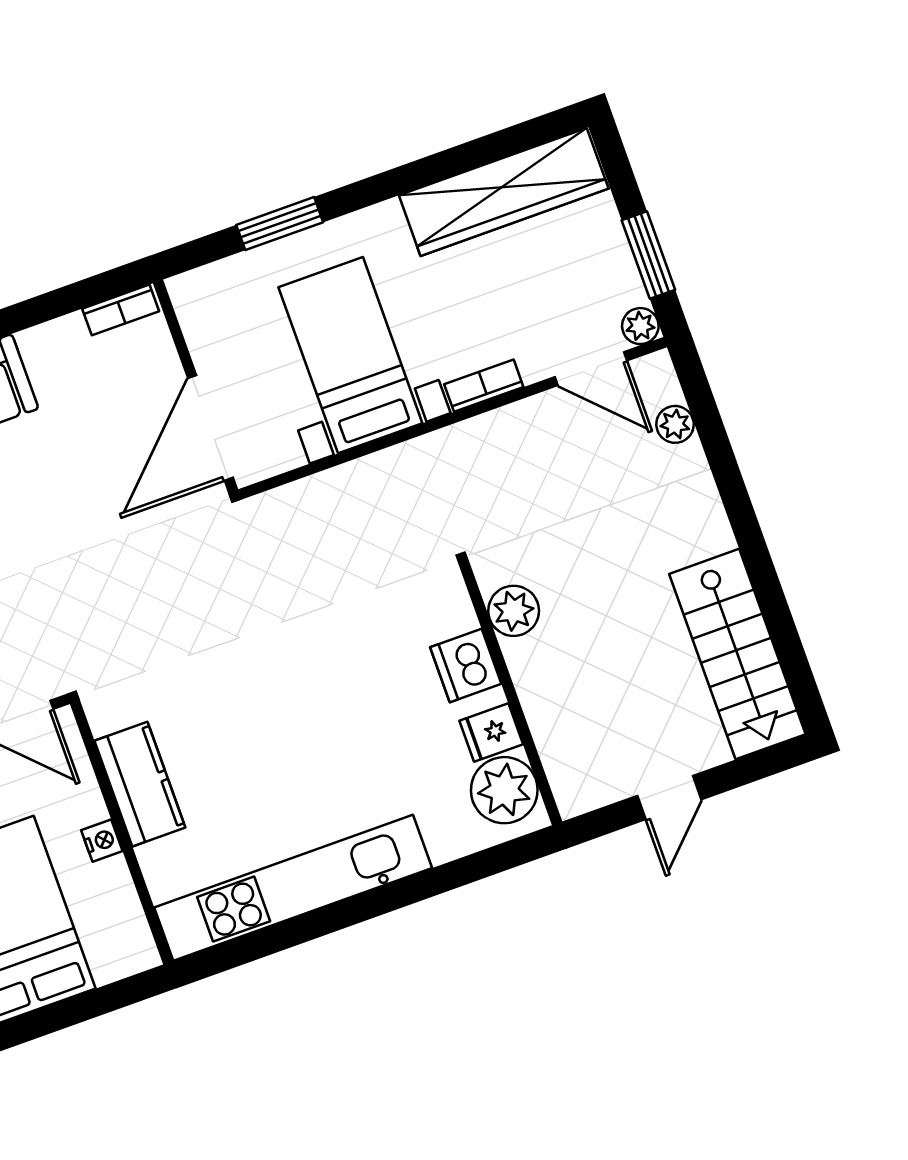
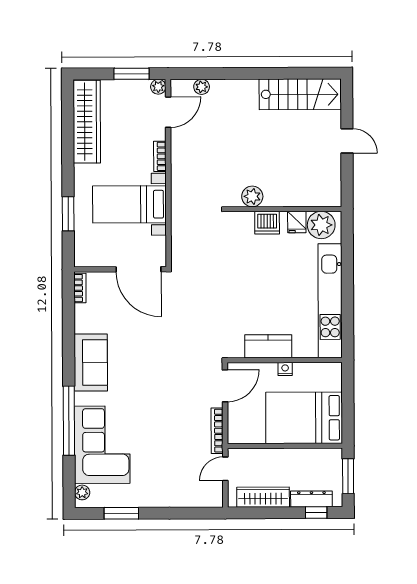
plant: (514, 611) -> (252, 196), moved
dishwasher: (466, 666) -> (267, 223), moved
wall: (511, 693) -> (284, 209), moved
fridge: (491, 732) -> (297, 222), moved
plant: (504, 790) -> (321, 225), moved

